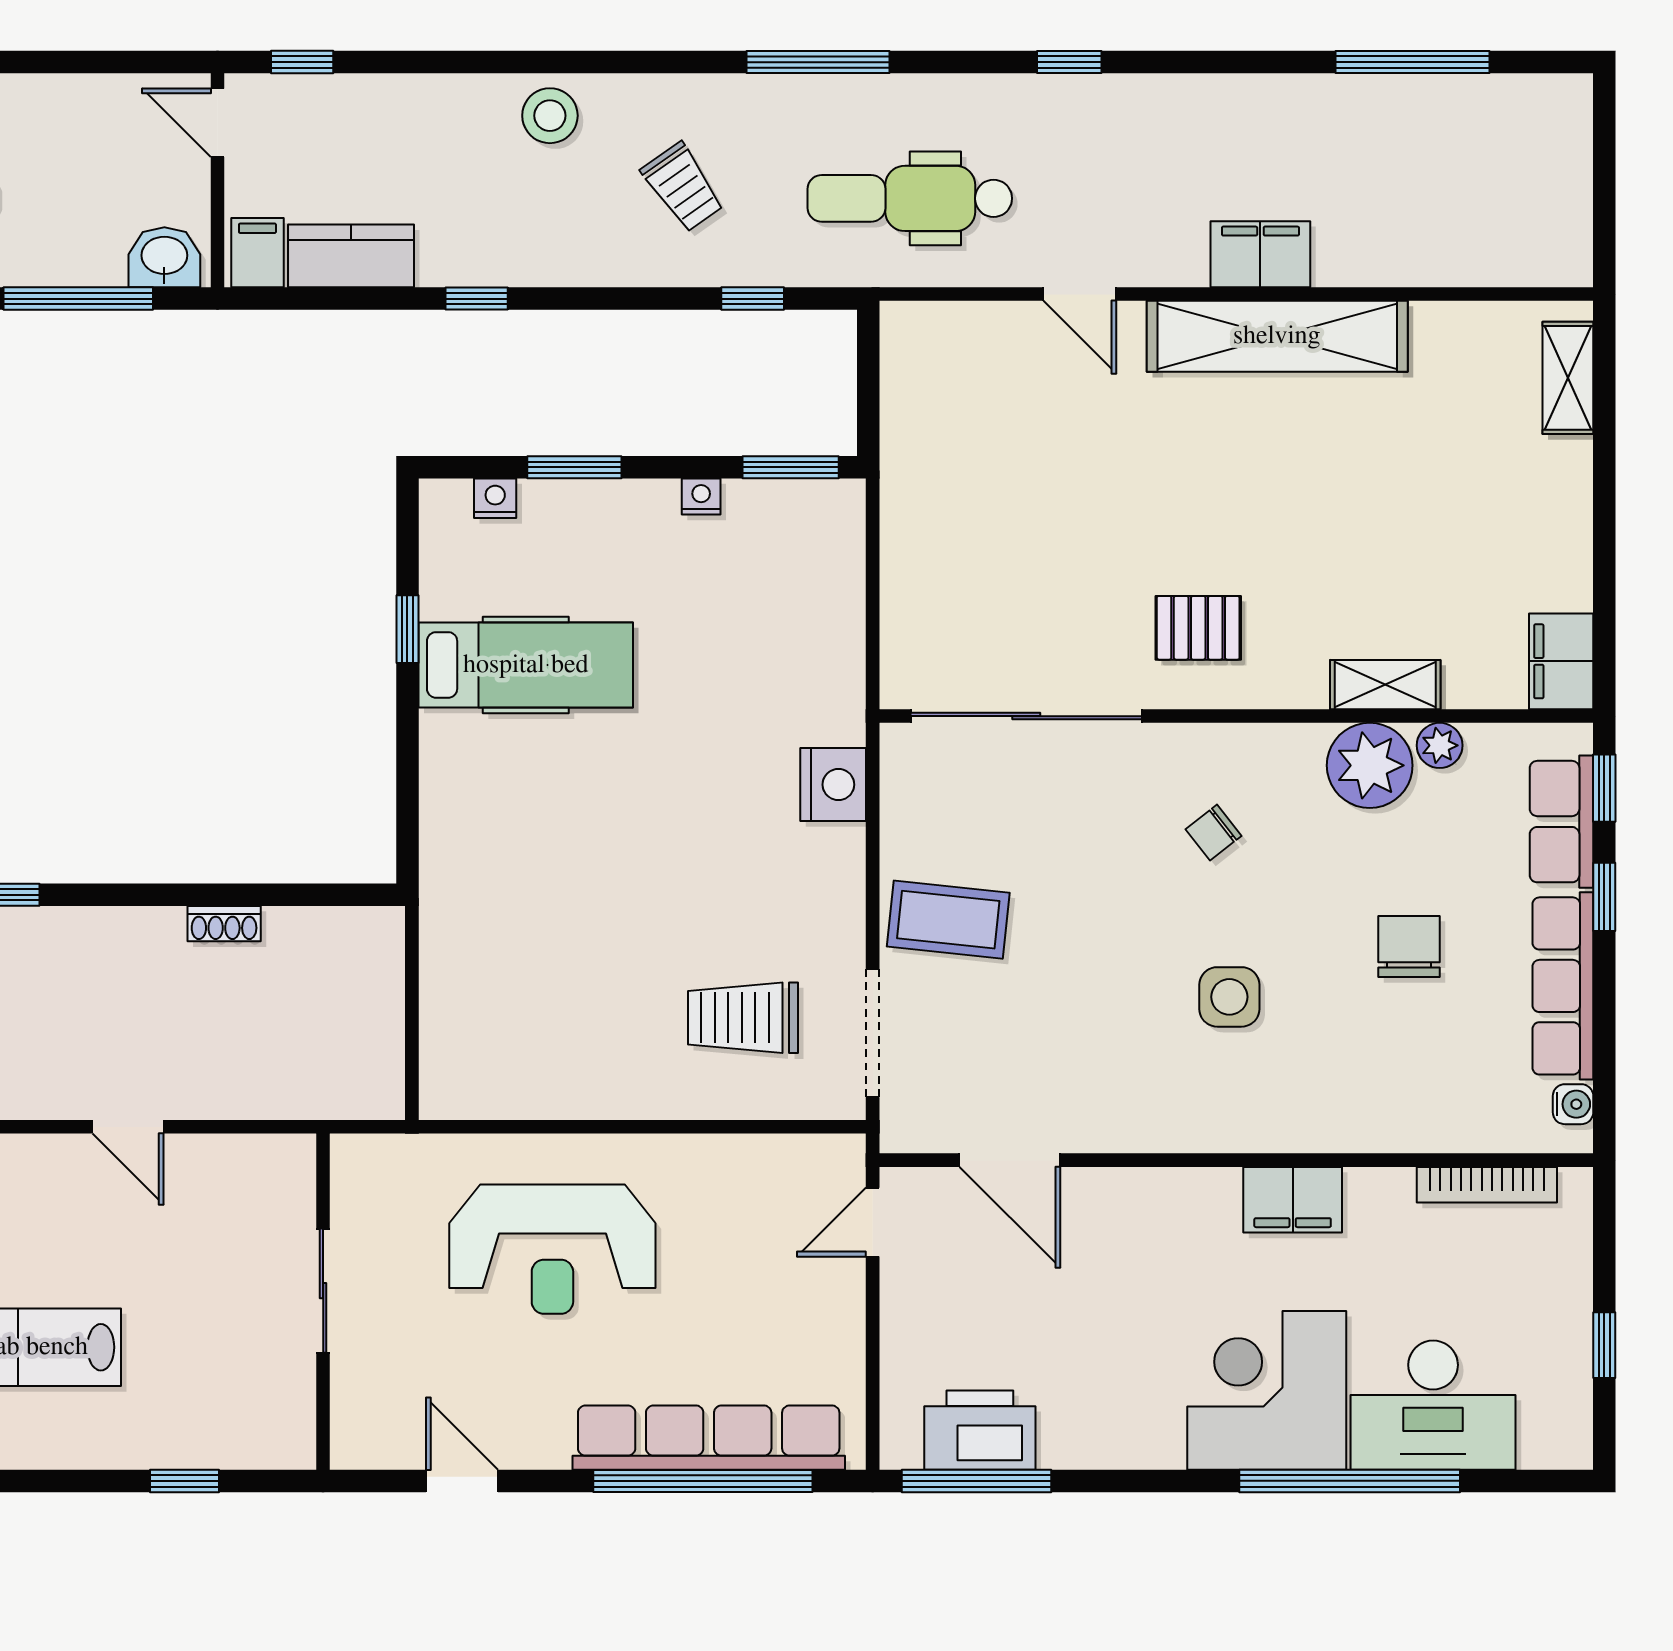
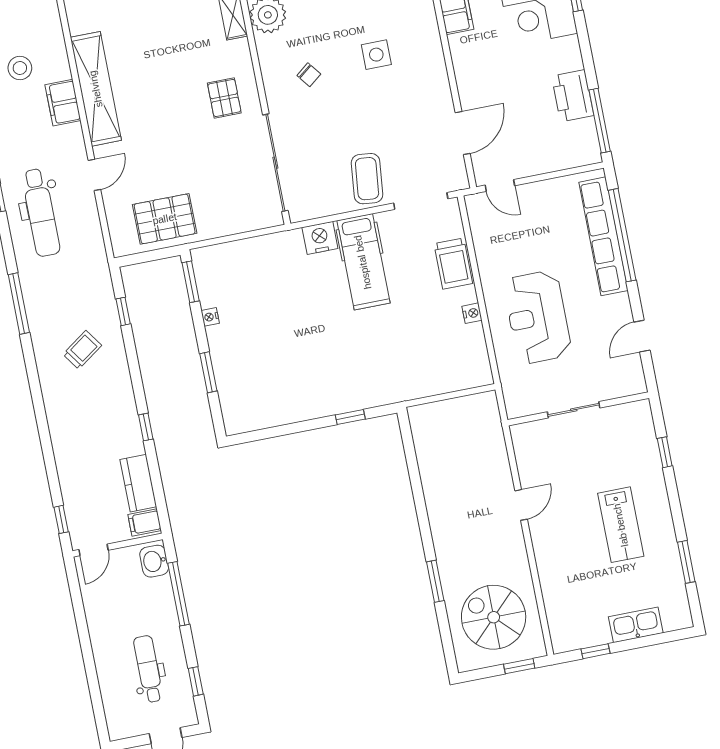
stool: (550, 116) -> (20, 68), moved
dental chair: (910, 198) -> (41, 213), moved
pallet: (947, 436) -> (165, 219), added
nightstand: (495, 498) -> (472, 313), moved, turned 180
window: (407, 629) -> (350, 417), moved
hospital bed: (526, 665) -> (363, 262), moved, turned 180
shoe rack: (224, 924) -> (428, 481), removed
trolley: (743, 1018) -> (453, 264), moved
reception desk: (552, 1249) -> (537, 317), turned 180
printer: (980, 1430) -> (573, 96), moved

